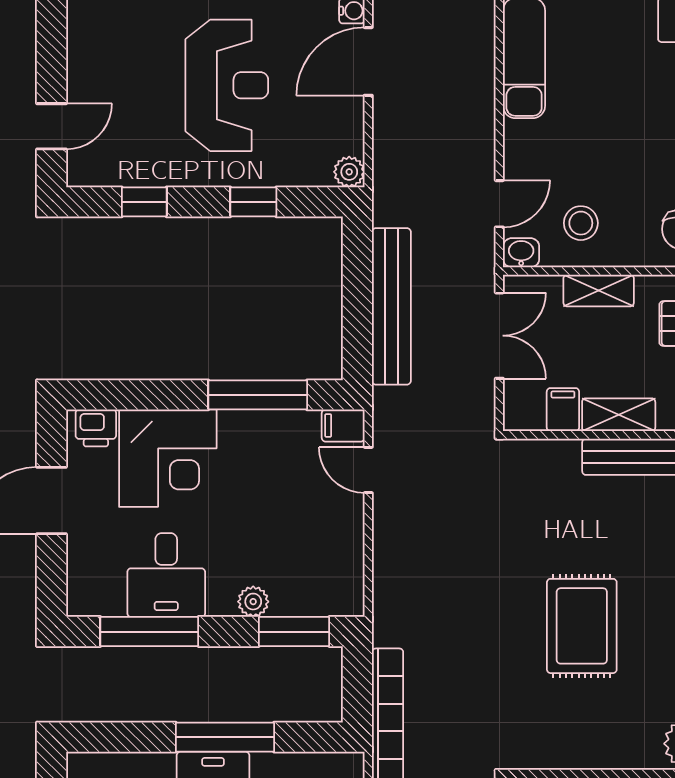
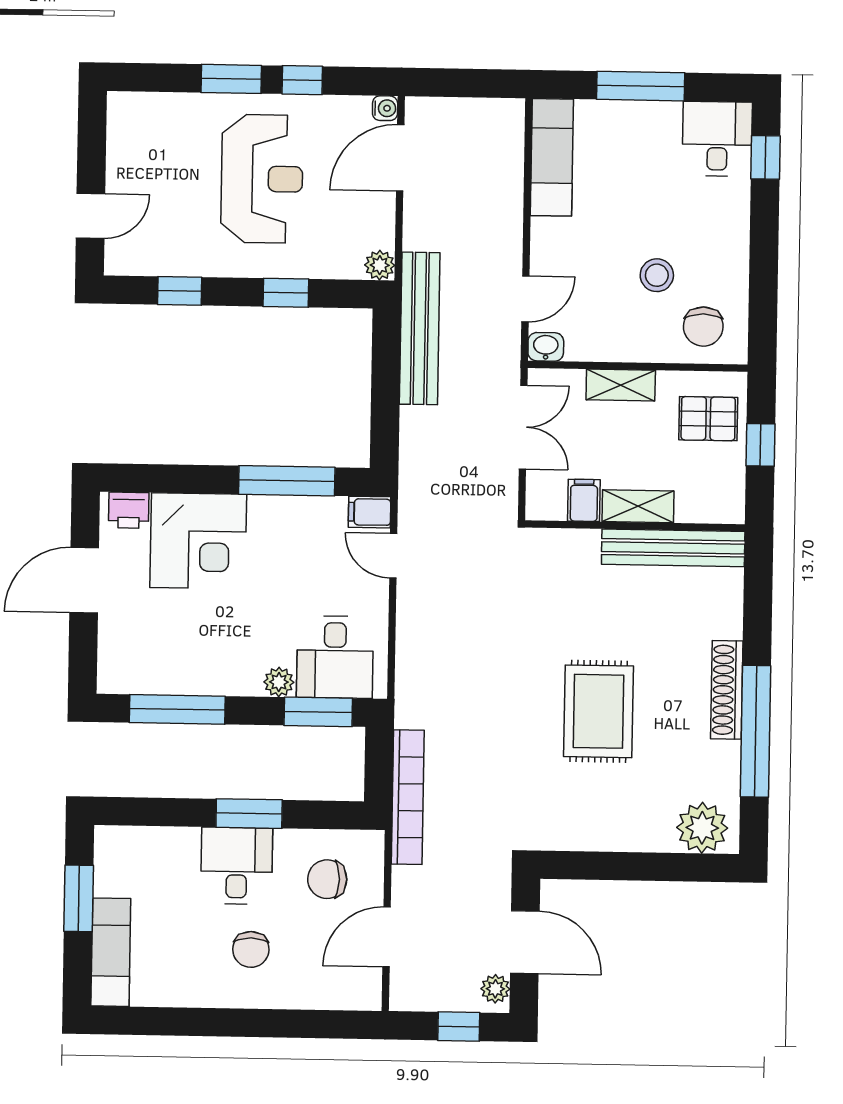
stool: (581, 223) -> (657, 275), moved
bench: (391, 306) -> (420, 328), moved
desk: (166, 575) -> (335, 657), moved
window: (225, 737) -> (249, 814), width x0.69

